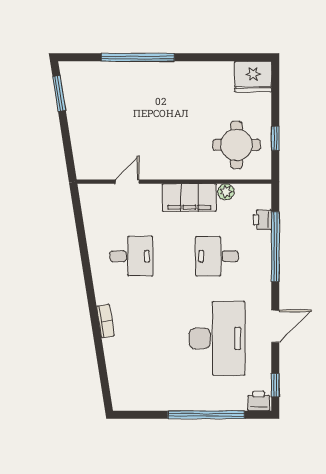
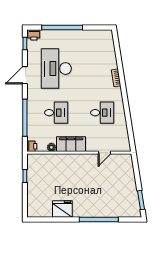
fridge: (253, 77) -> (62, 209), moved
round table: (237, 145) -> (46, 172), removed
printer: (262, 220) -> (32, 146), moved
desk: (131, 256) -> (102, 113), turned 180

